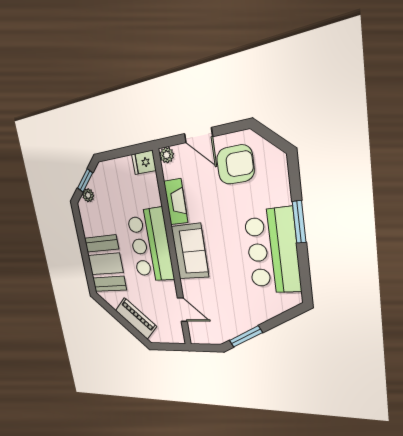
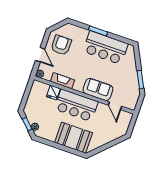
door: (198, 135) -> (40, 55), hinge flipped
fridge: (144, 162) -> (53, 92), moved
sofa: (190, 252) -> (98, 89), moved
door: (182, 310) -> (115, 106), swing flipped
piano: (136, 318) -> (110, 136), removed

